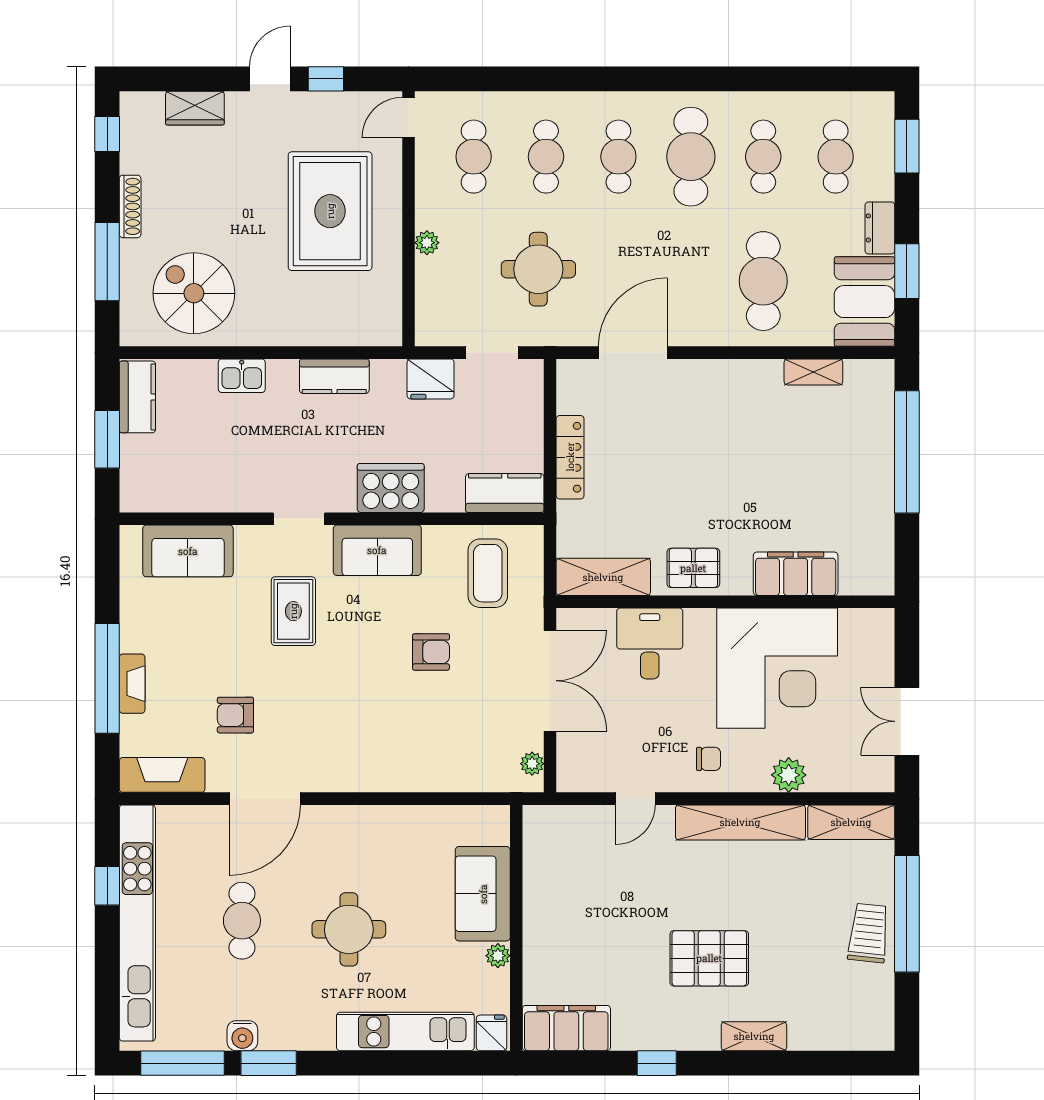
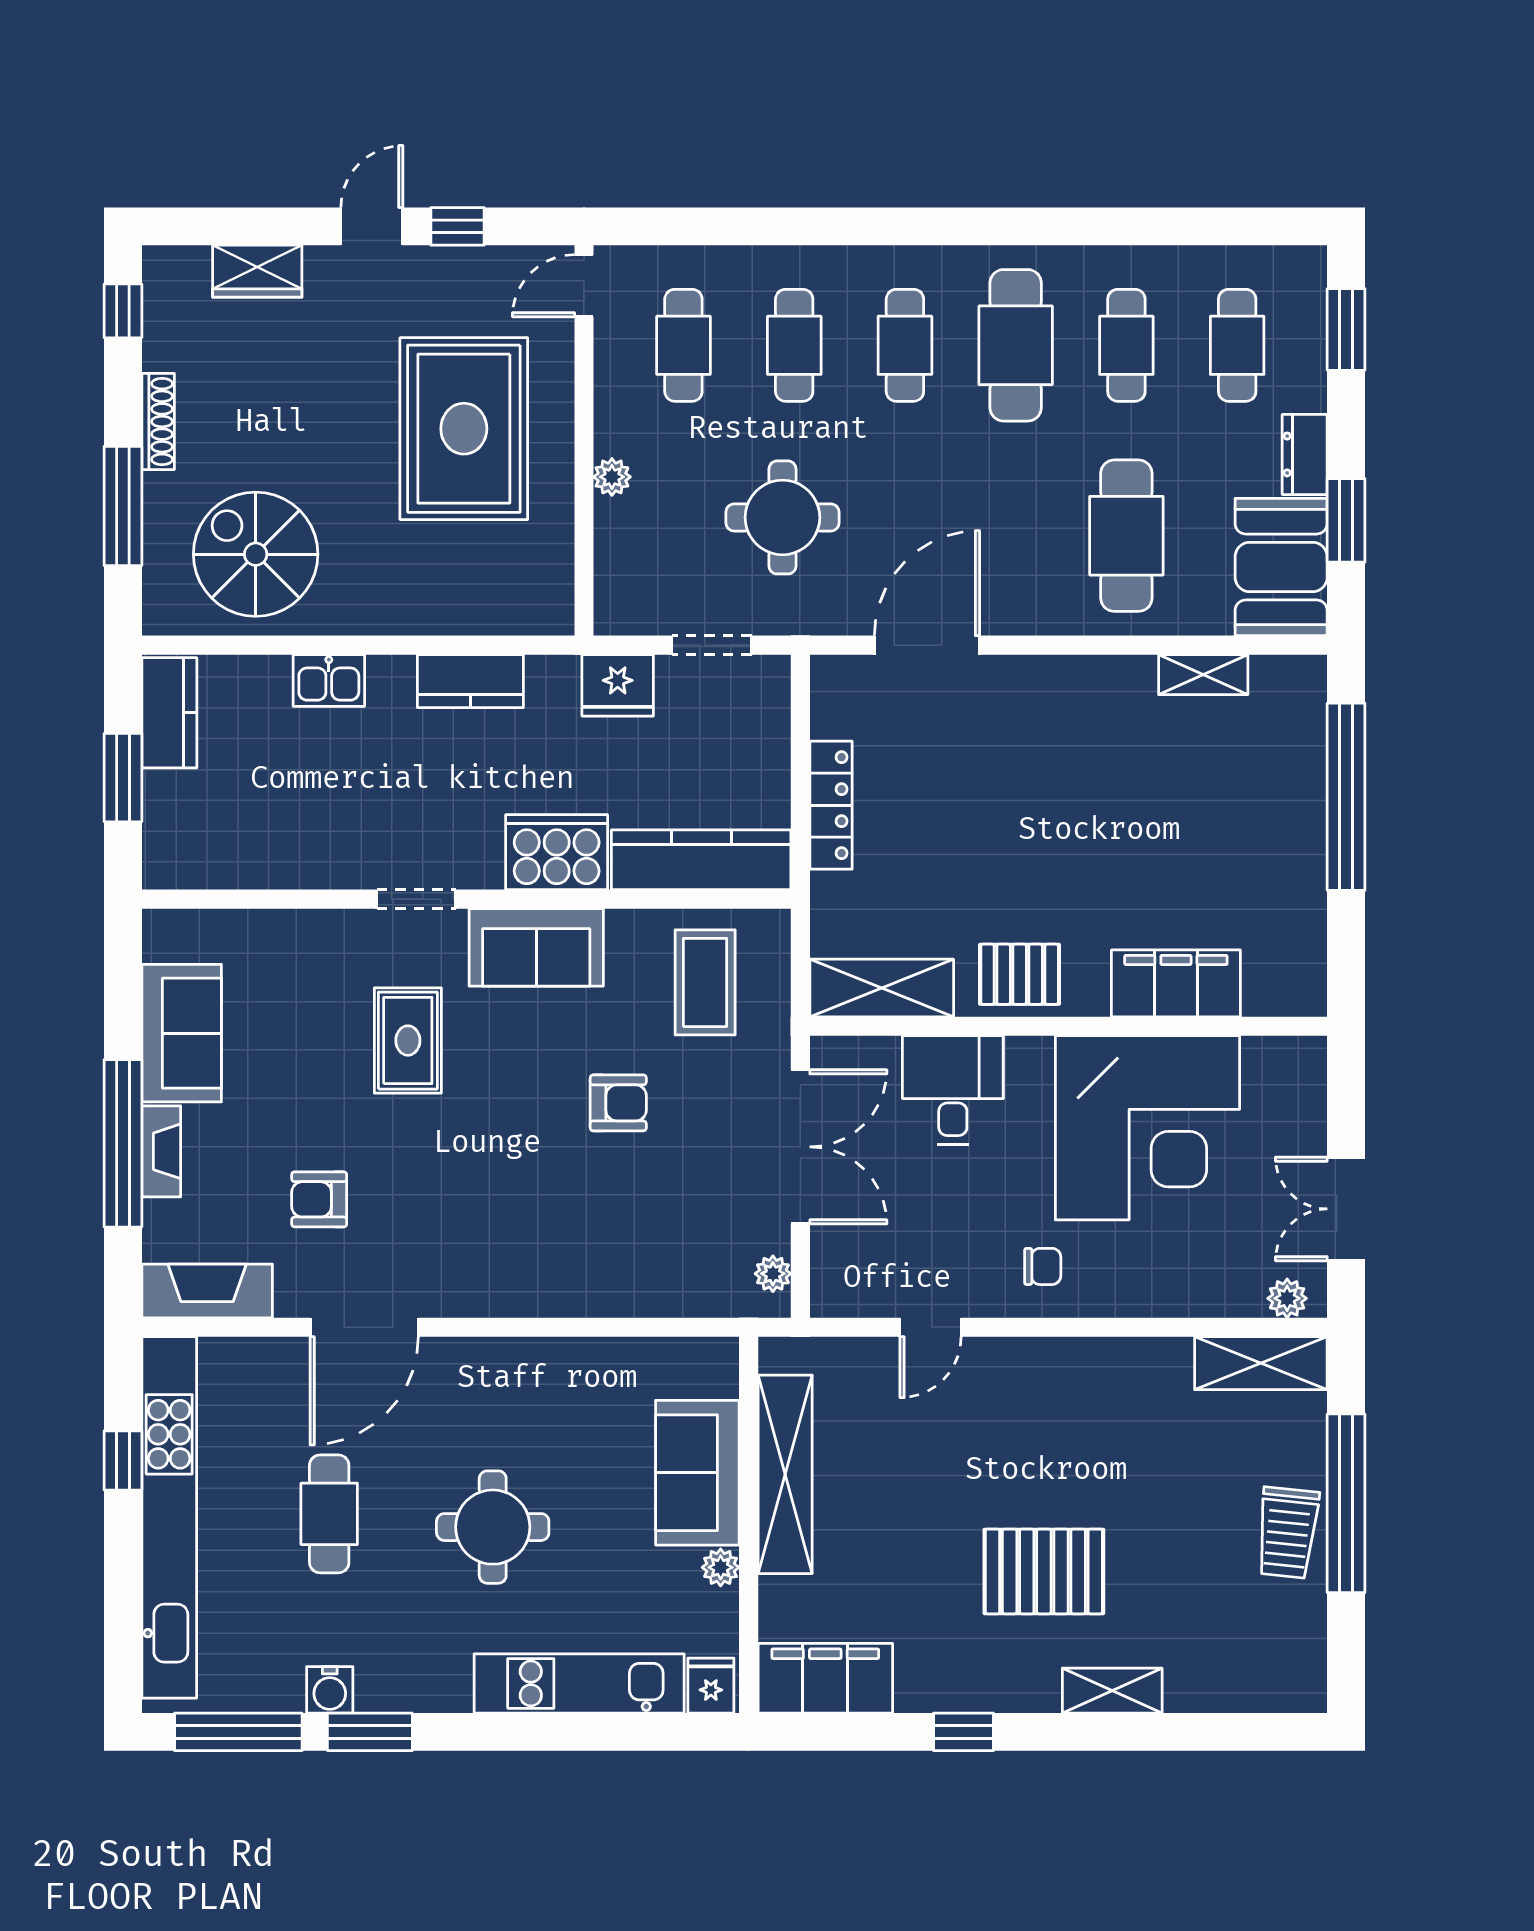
kitchen counter: (505, 493) -> (701, 860), width x1.50
sofa: (188, 551) -> (182, 1033), moved, turned -90
plant: (789, 775) -> (1287, 1298), moved, width x0.73, depth x0.73
shelving: (740, 822) -> (785, 1474), moved, turned 90
trolley: (869, 933) -> (1287, 1533), turned 180

